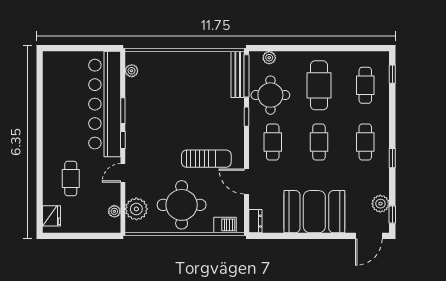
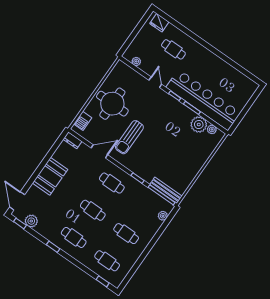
cafe table: (319, 85) -> (126, 234), width x0.73, depth x0.74
round table: (270, 95) -> (140, 201), removed
plant: (136, 209) -> (199, 124), moved
booth: (314, 212) -> (50, 176), width x0.73, depth x0.70

